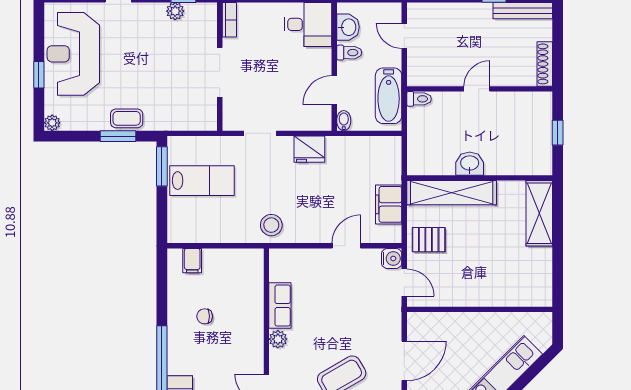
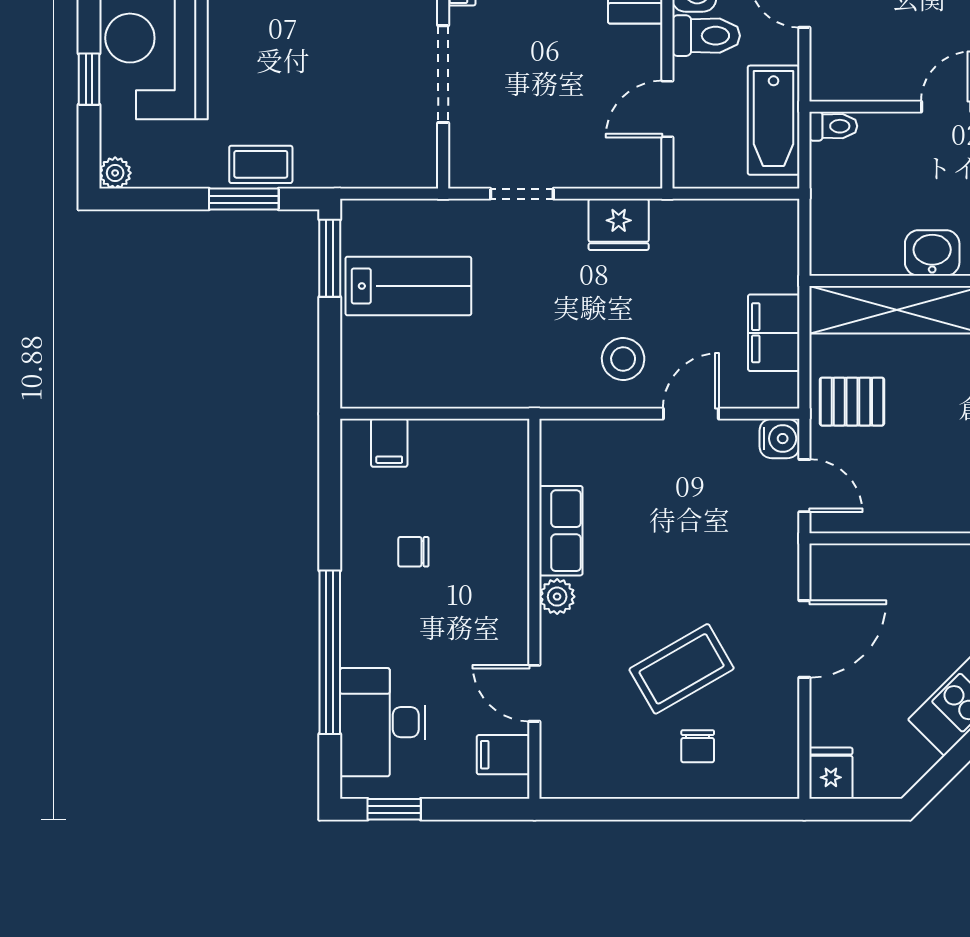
toilet: (349, 53) -> (706, 36), width x1.37, depth x1.39
bidet: (344, 121) -> (686, 169), removed
stool: (271, 225) -> (623, 359), moved

